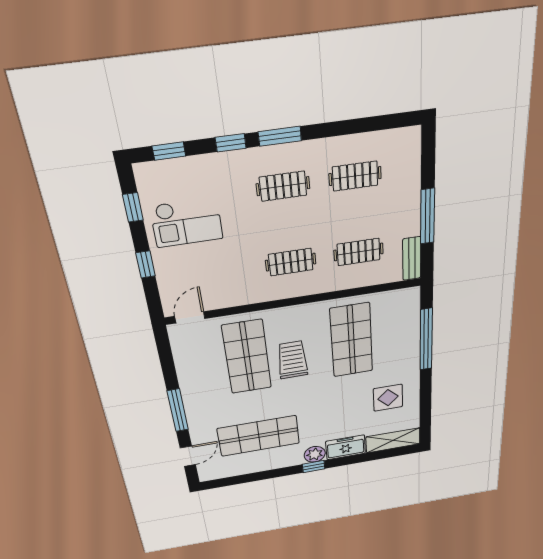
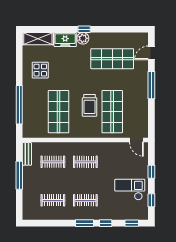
door: (190, 317) -> (136, 140), hinge flipped

